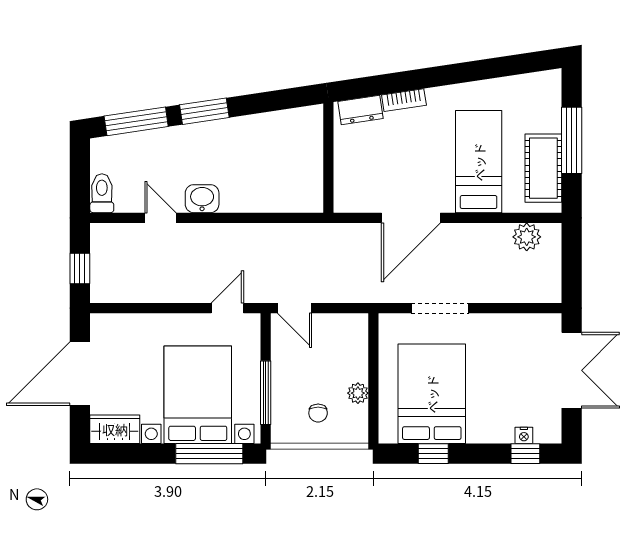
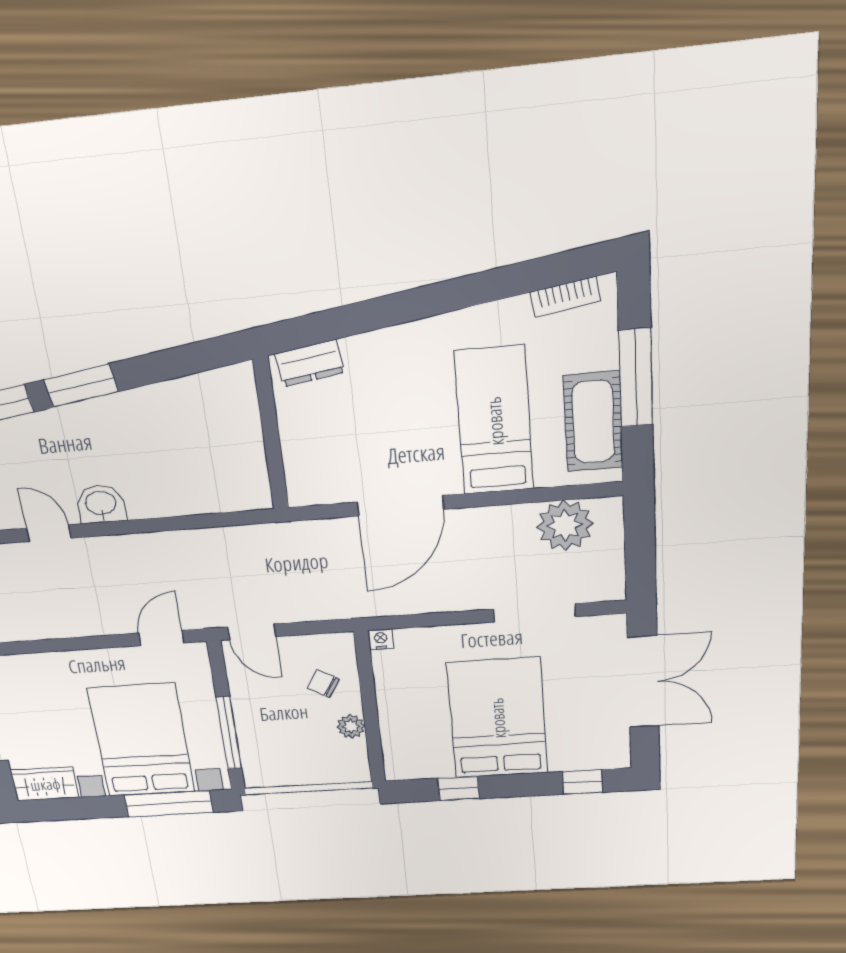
bookcase: (404, 100) -> (565, 297), moved
plant: (527, 237) -> (565, 525), width x1.36, depth x1.36
doorway: (440, 308) -> (535, 613), moved
bed: (432, 394) -> (497, 718), moved
chair: (318, 413) -> (323, 684), moved, turned 121
nightstand: (524, 435) -> (381, 639), moved, turned 180

